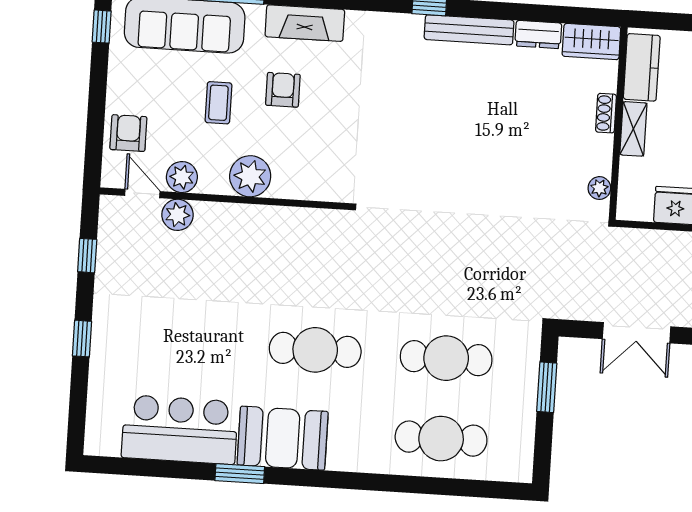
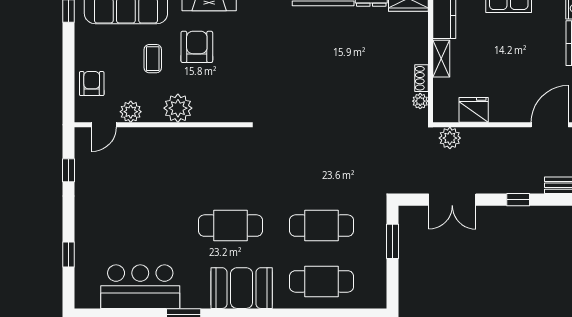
armchair: (283, 90) -> (197, 47), width x1.38, depth x1.38
shoe rack: (606, 113) -> (422, 78), moved
door: (142, 194) -> (104, 125), swing flipped
plant: (177, 215) -> (450, 138), moved
window: (82, 339) -> (69, 255), moved
booth: (283, 438) -> (242, 288), moved

